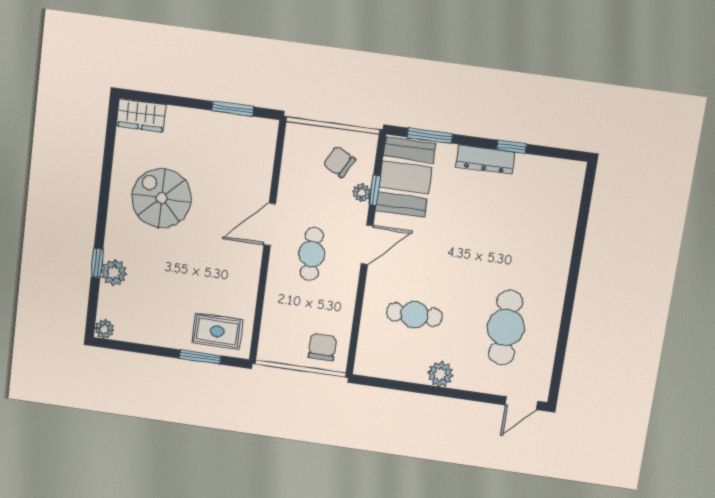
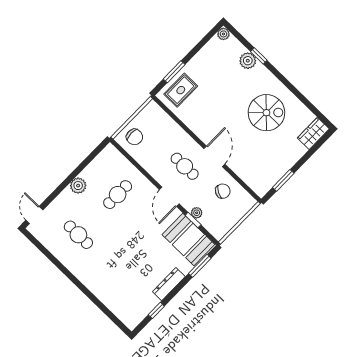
window: (512, 147) -> (156, 310), moved
chair: (339, 162) -> (223, 191), moved
cafe table: (506, 327) -> (78, 235), width x0.73, depth x0.74

